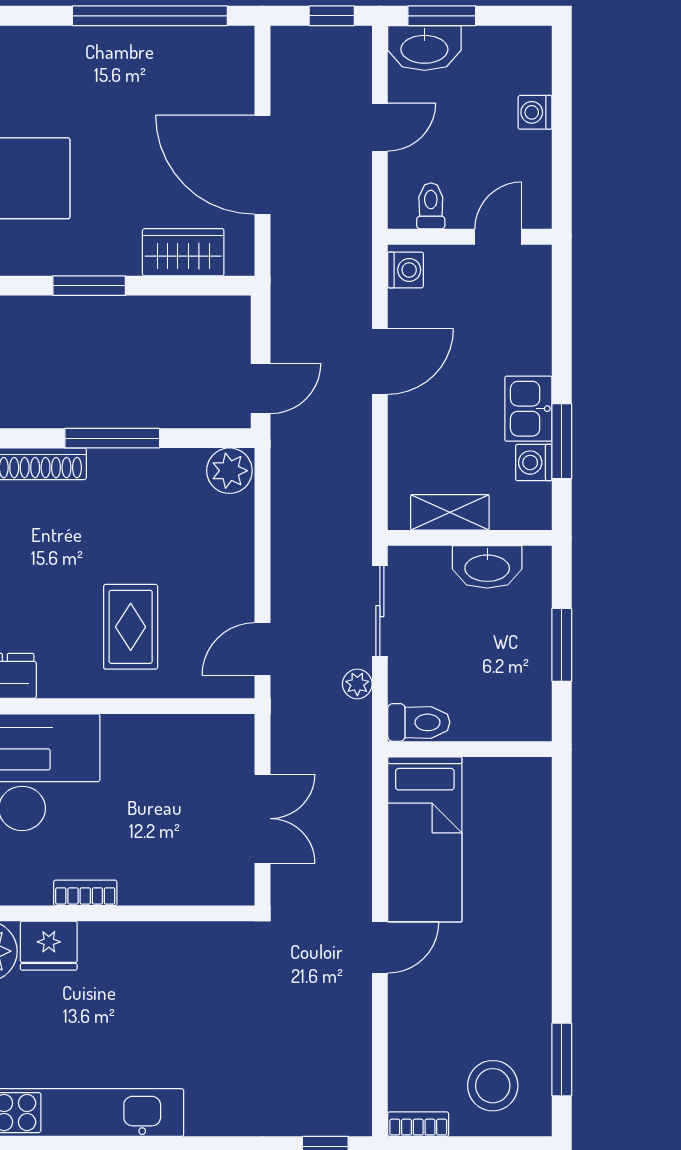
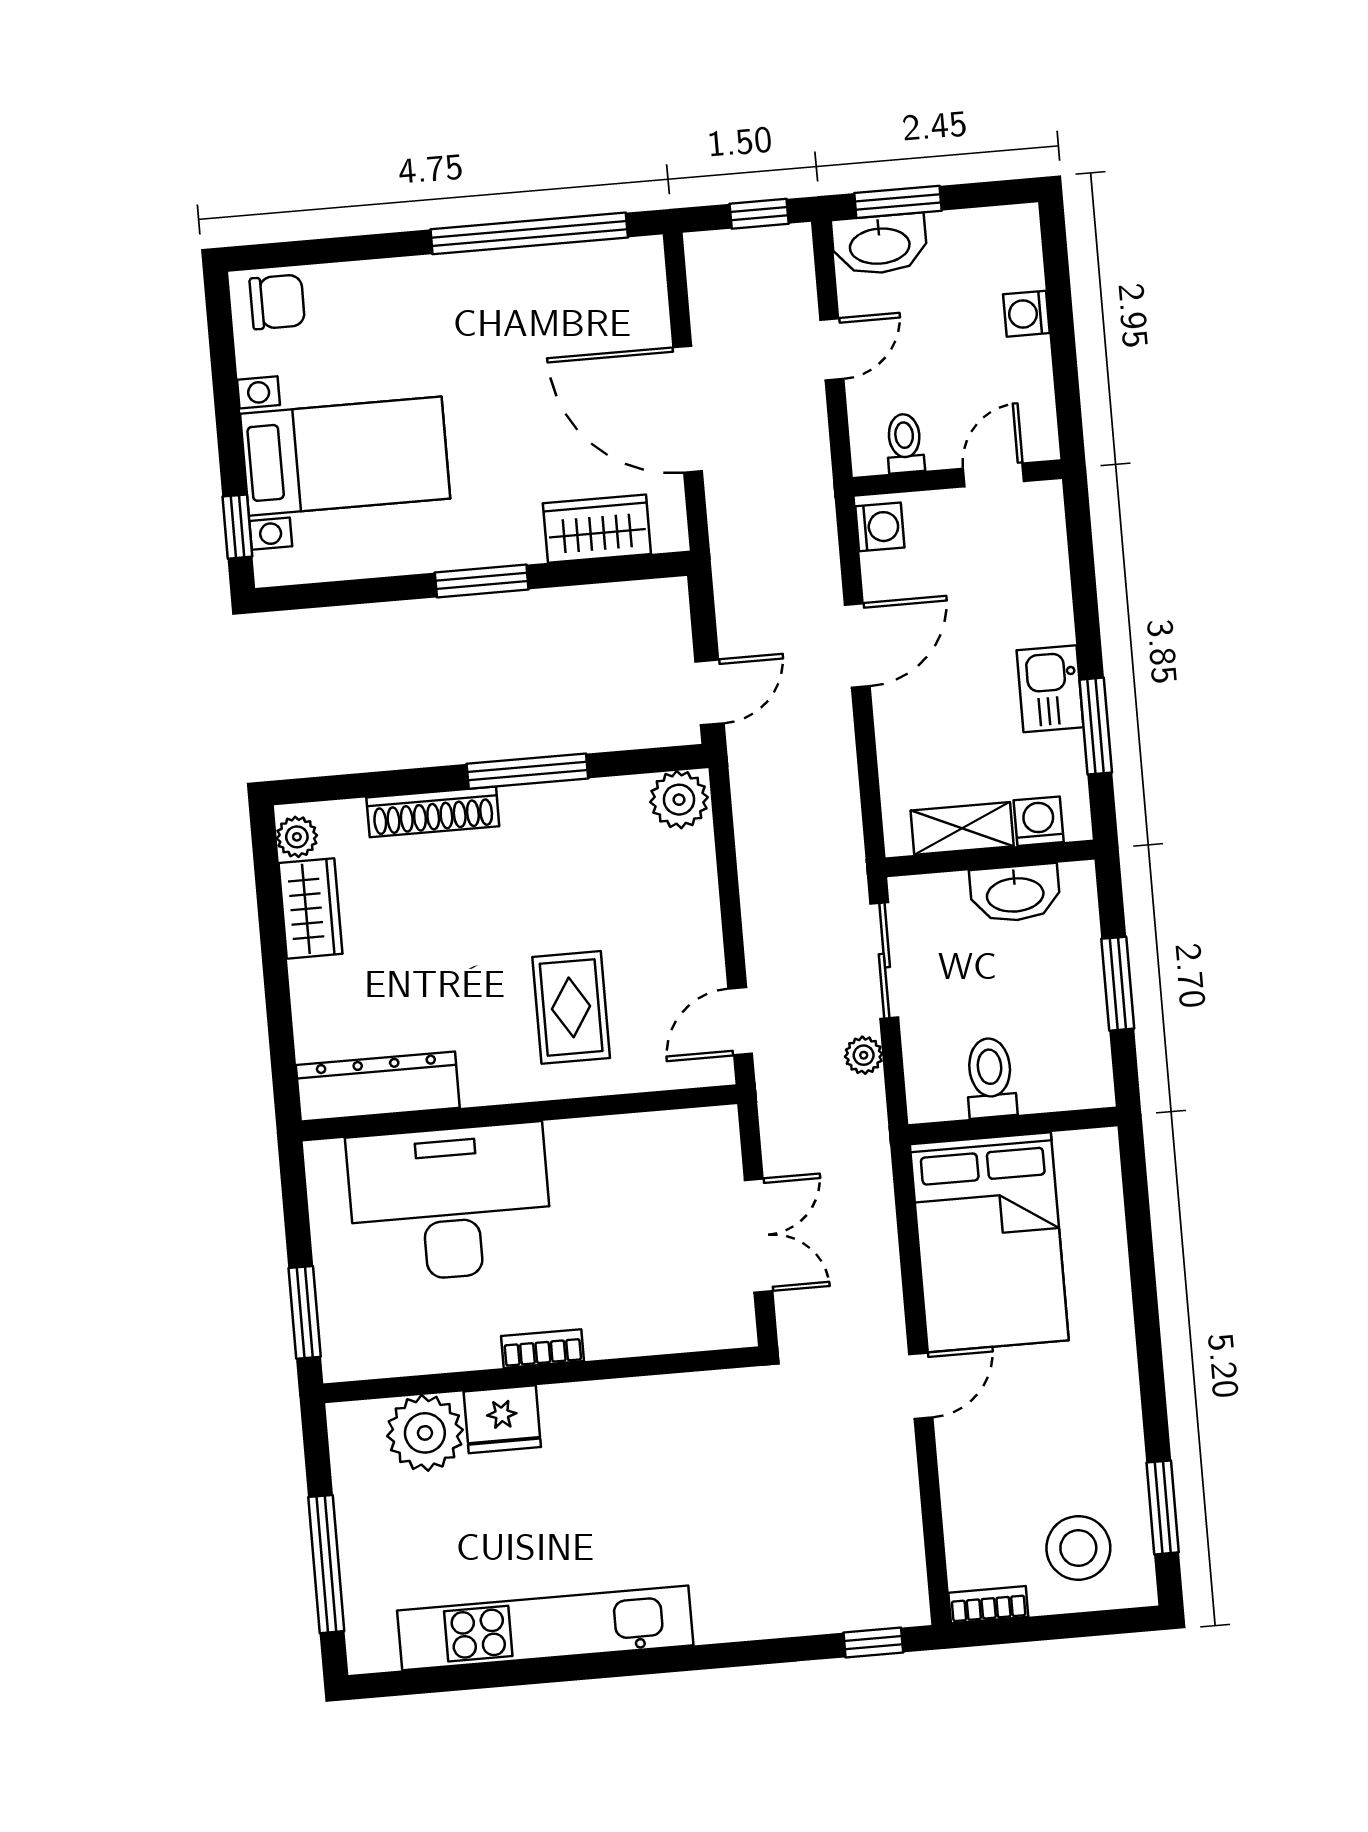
washing machine: (534, 463) -> (1039, 821), moved, turned 90
toilet: (419, 722) -> (990, 1078), moved, turned -90
bed: (425, 839) -> (989, 1242), width x1.50

